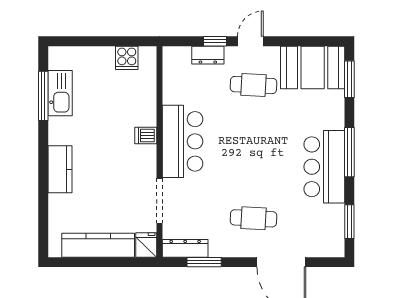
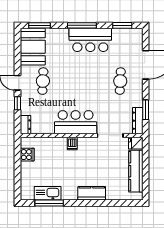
dresser: (208, 55) -> (26, 125), moved

